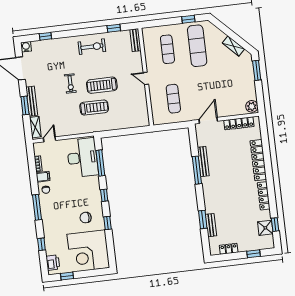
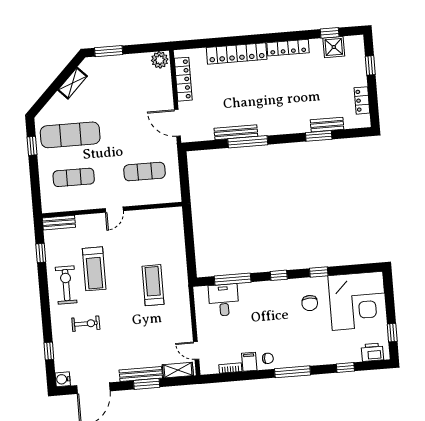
exercise bike: (70, 84) -> (86, 324), moved
treadmill: (102, 85) -> (94, 269), moved
desk: (82, 158) -> (224, 300), width x0.53, depth x0.77

